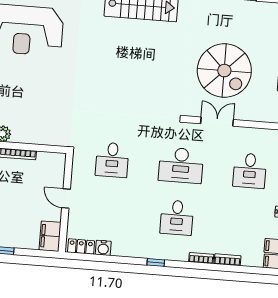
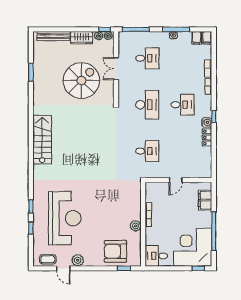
double door: (217, 122) -> (116, 69), moved
filing cabinet: (50, 236) -> (205, 200), moved, turned 90
locker: (81, 246) -> (207, 137), moved
water cooler: (103, 248) -> (207, 122), moved

